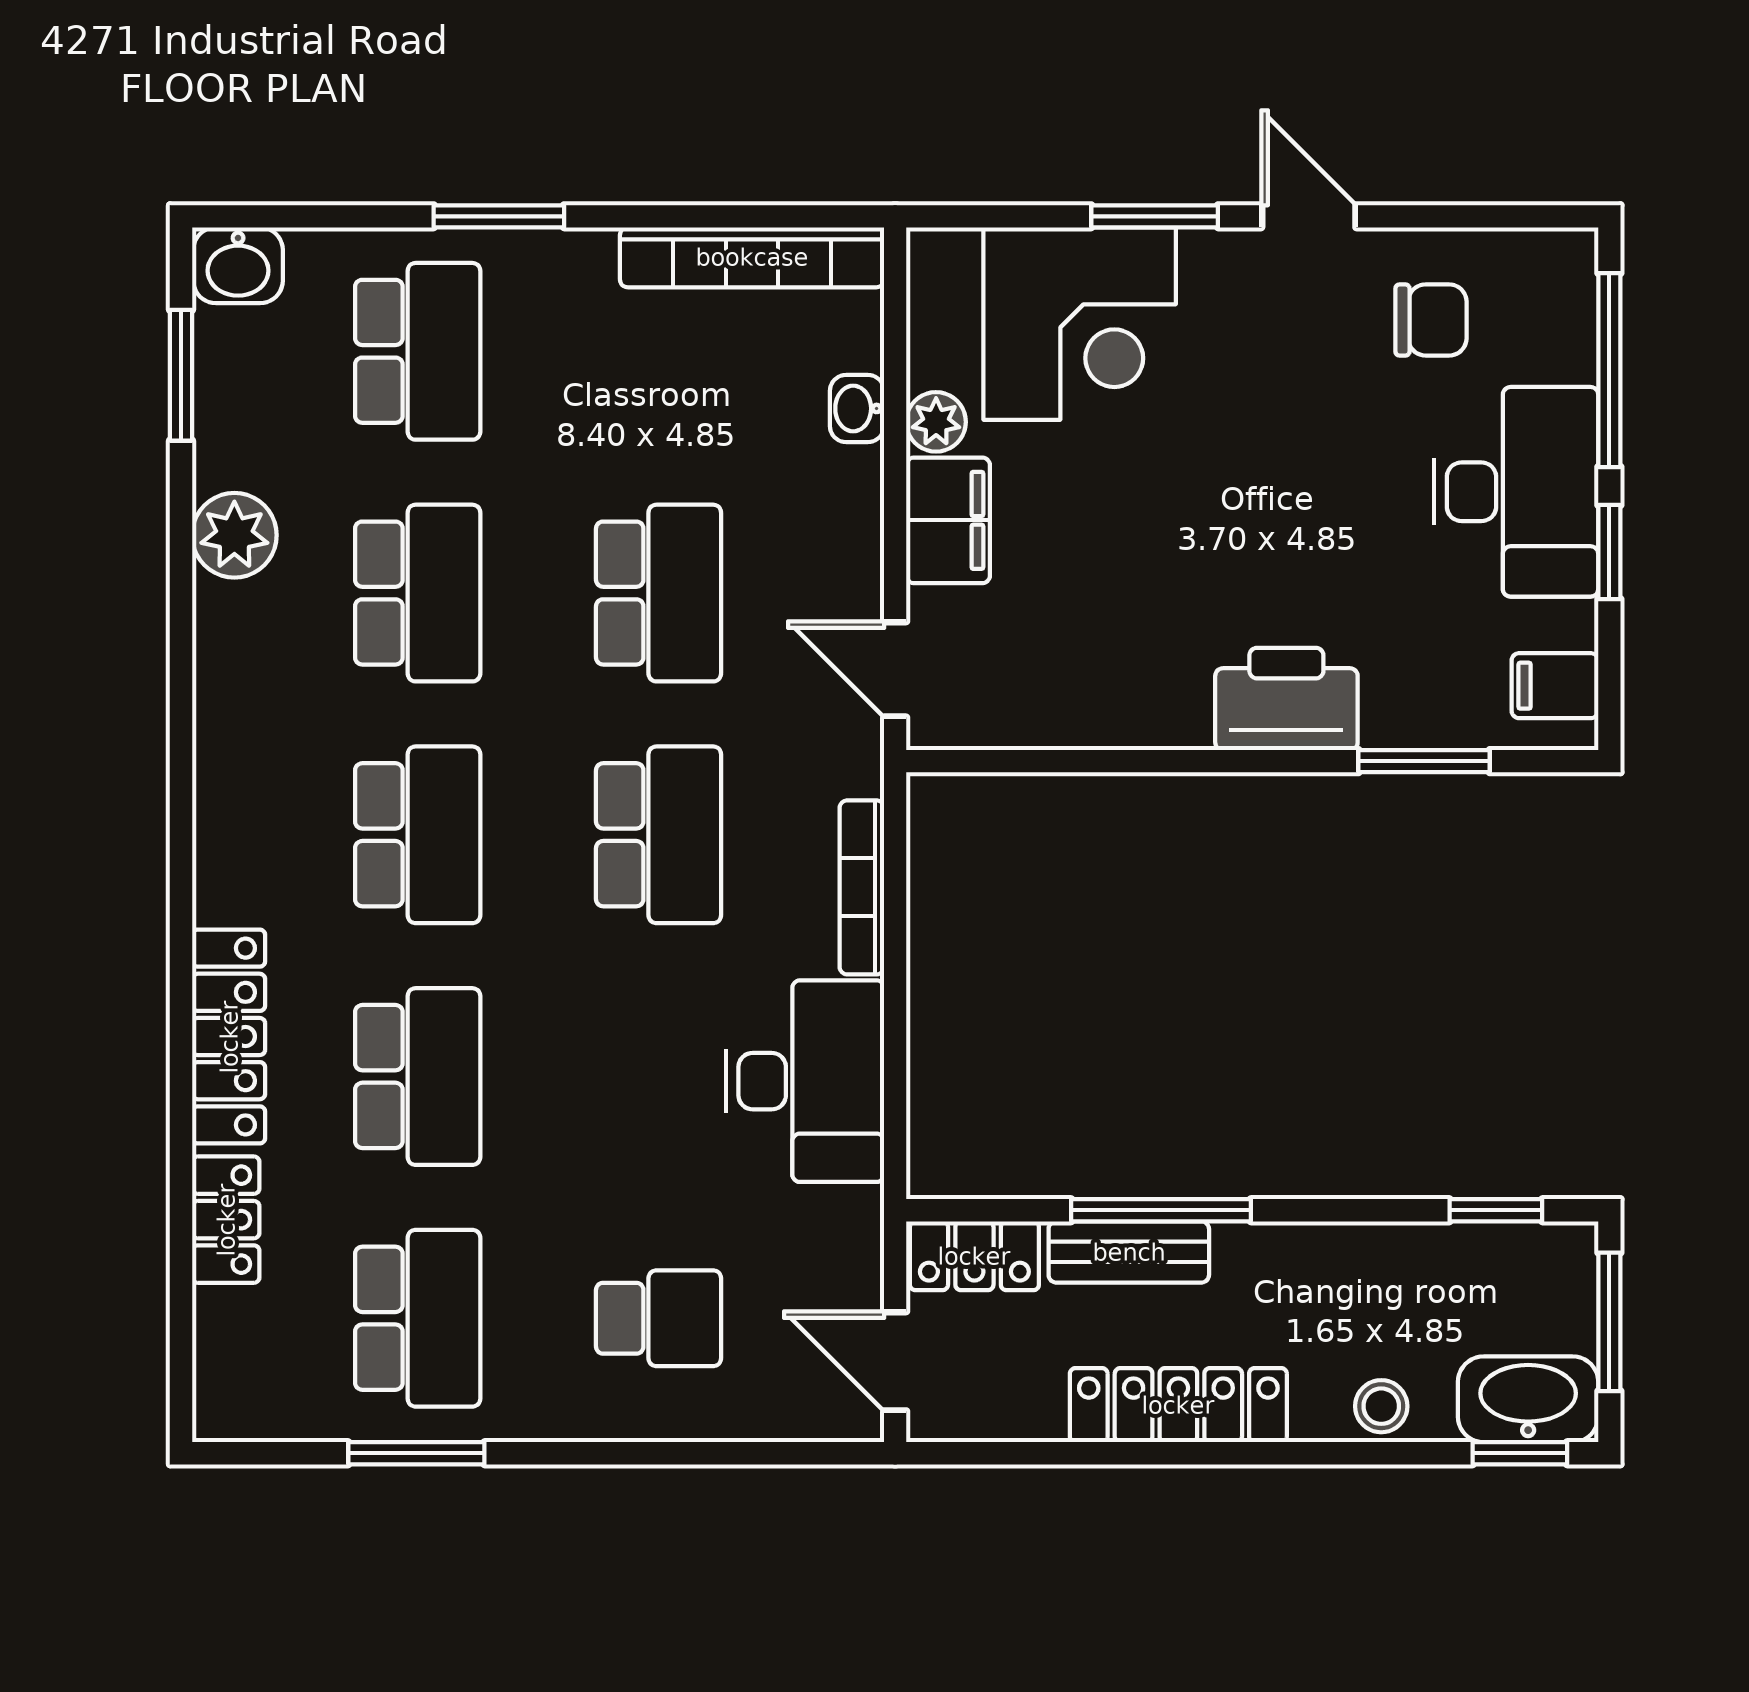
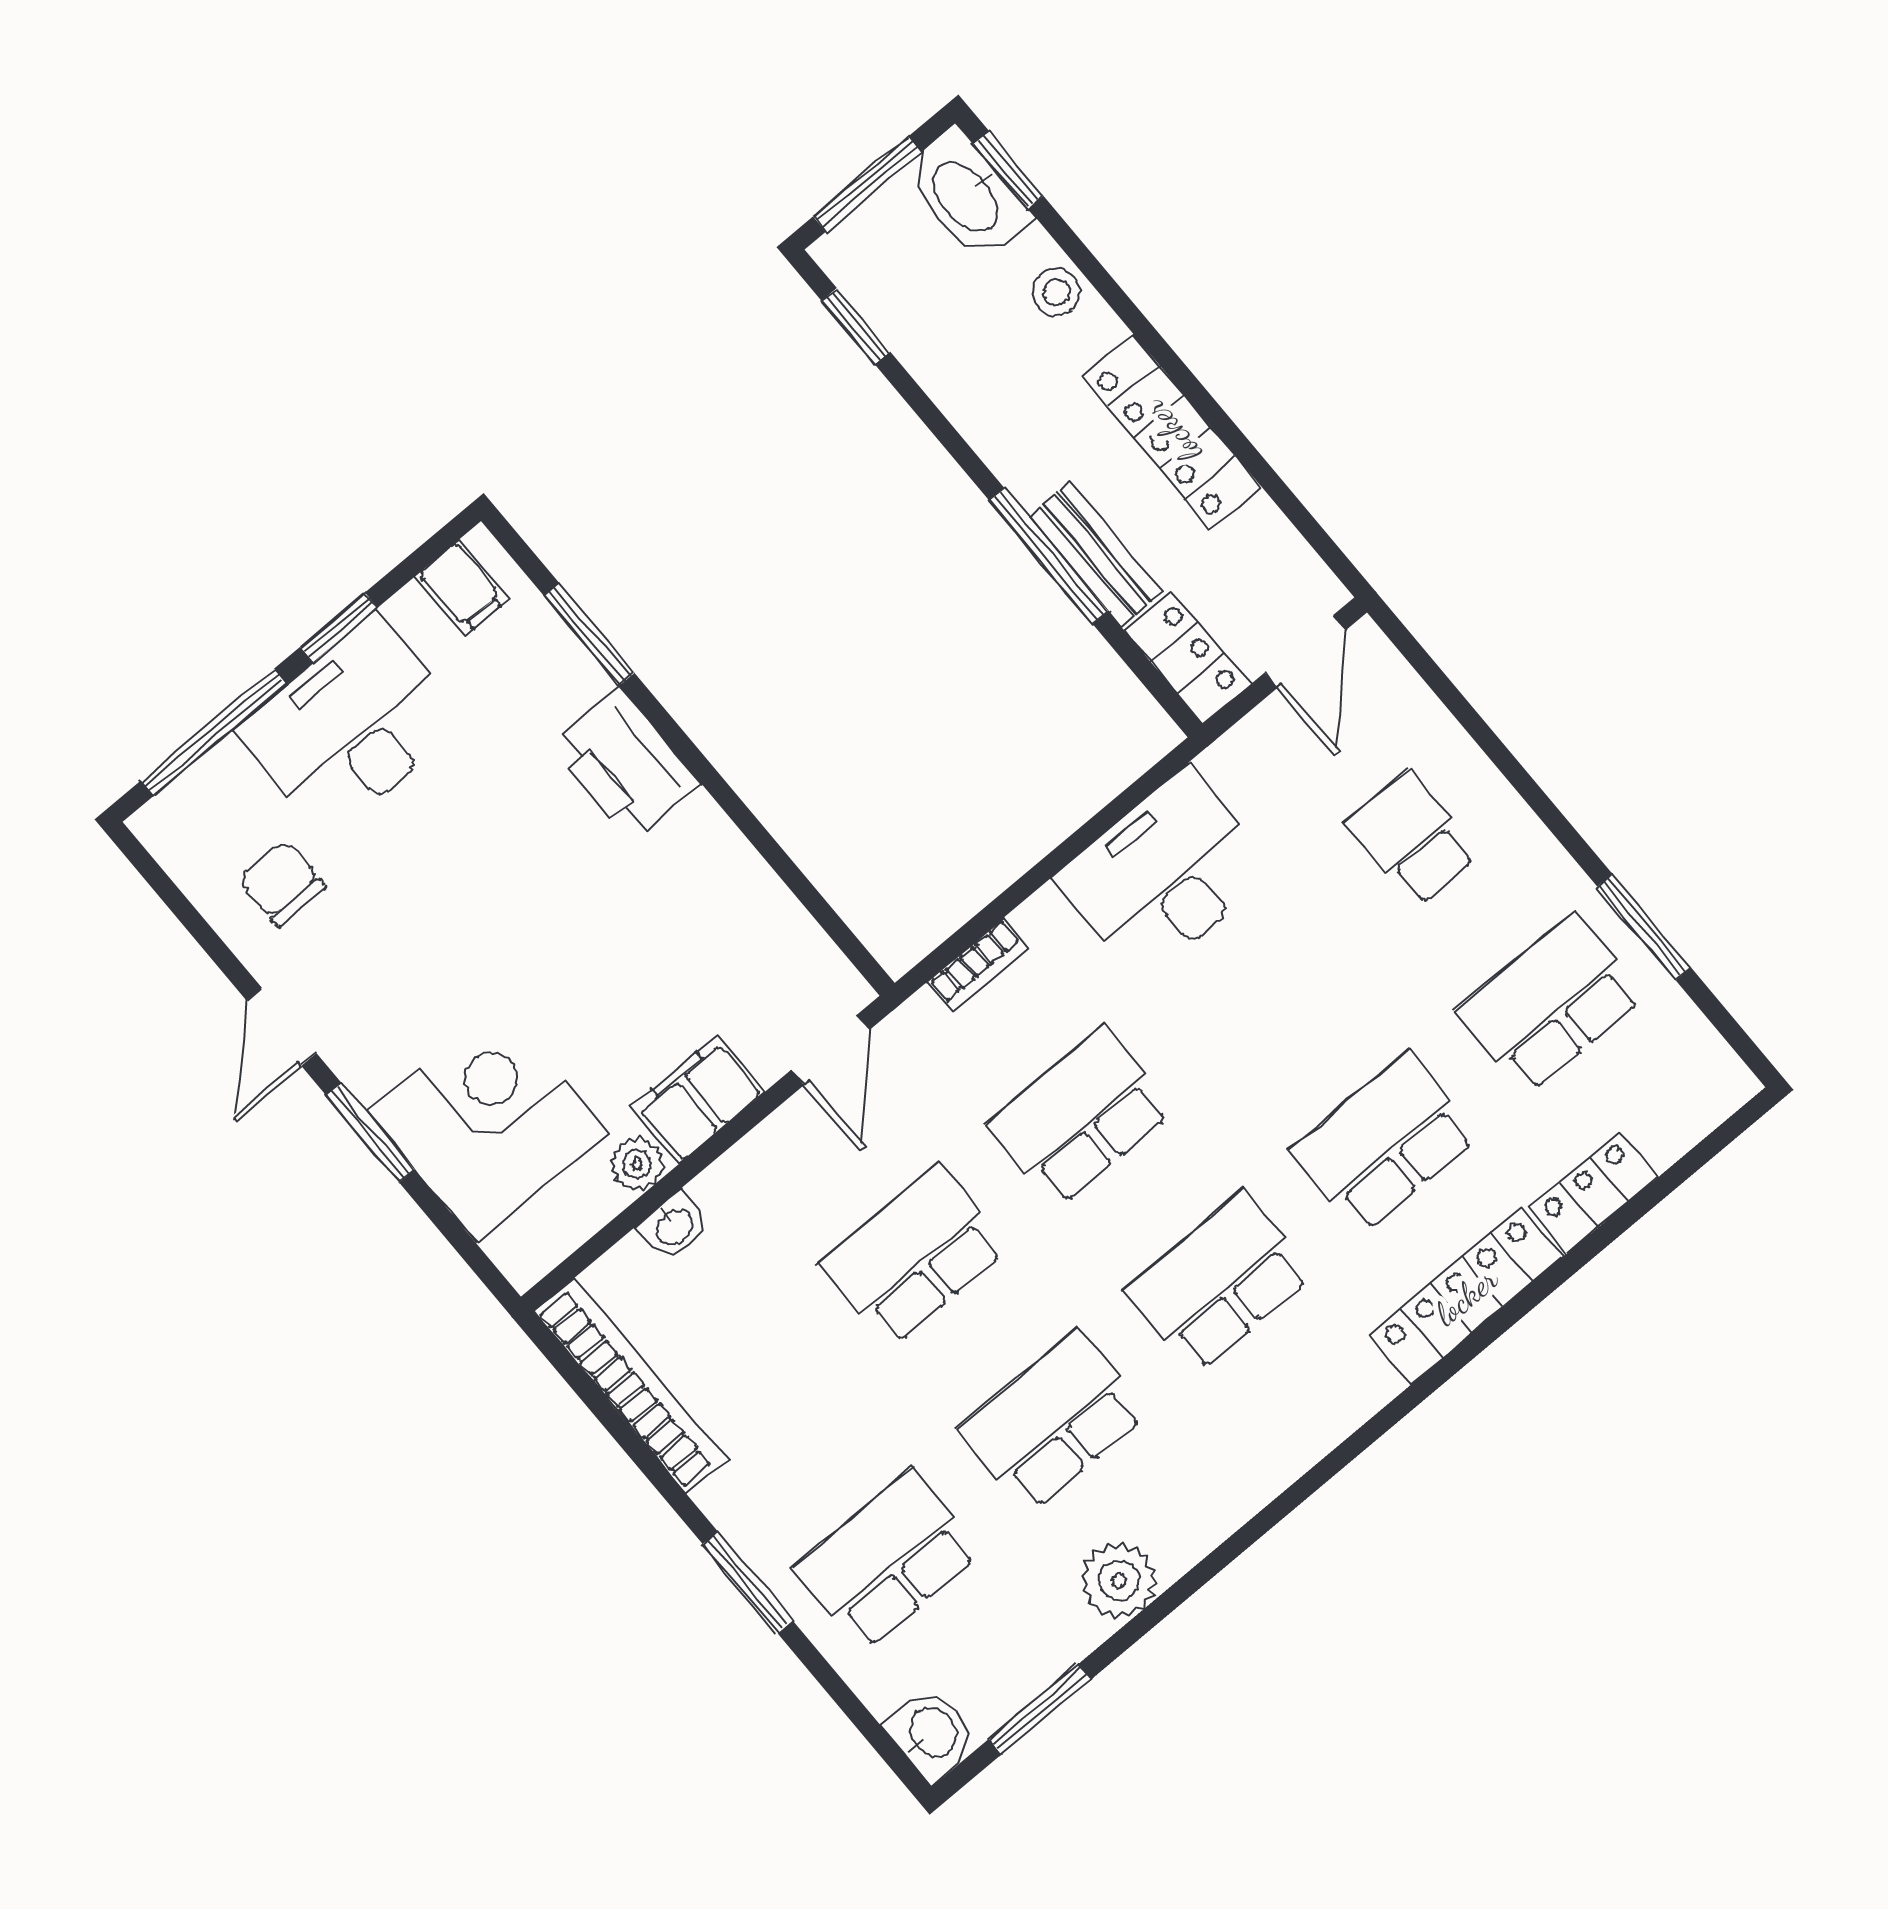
bookcase: (862, 887) -> (978, 965), width x0.64

